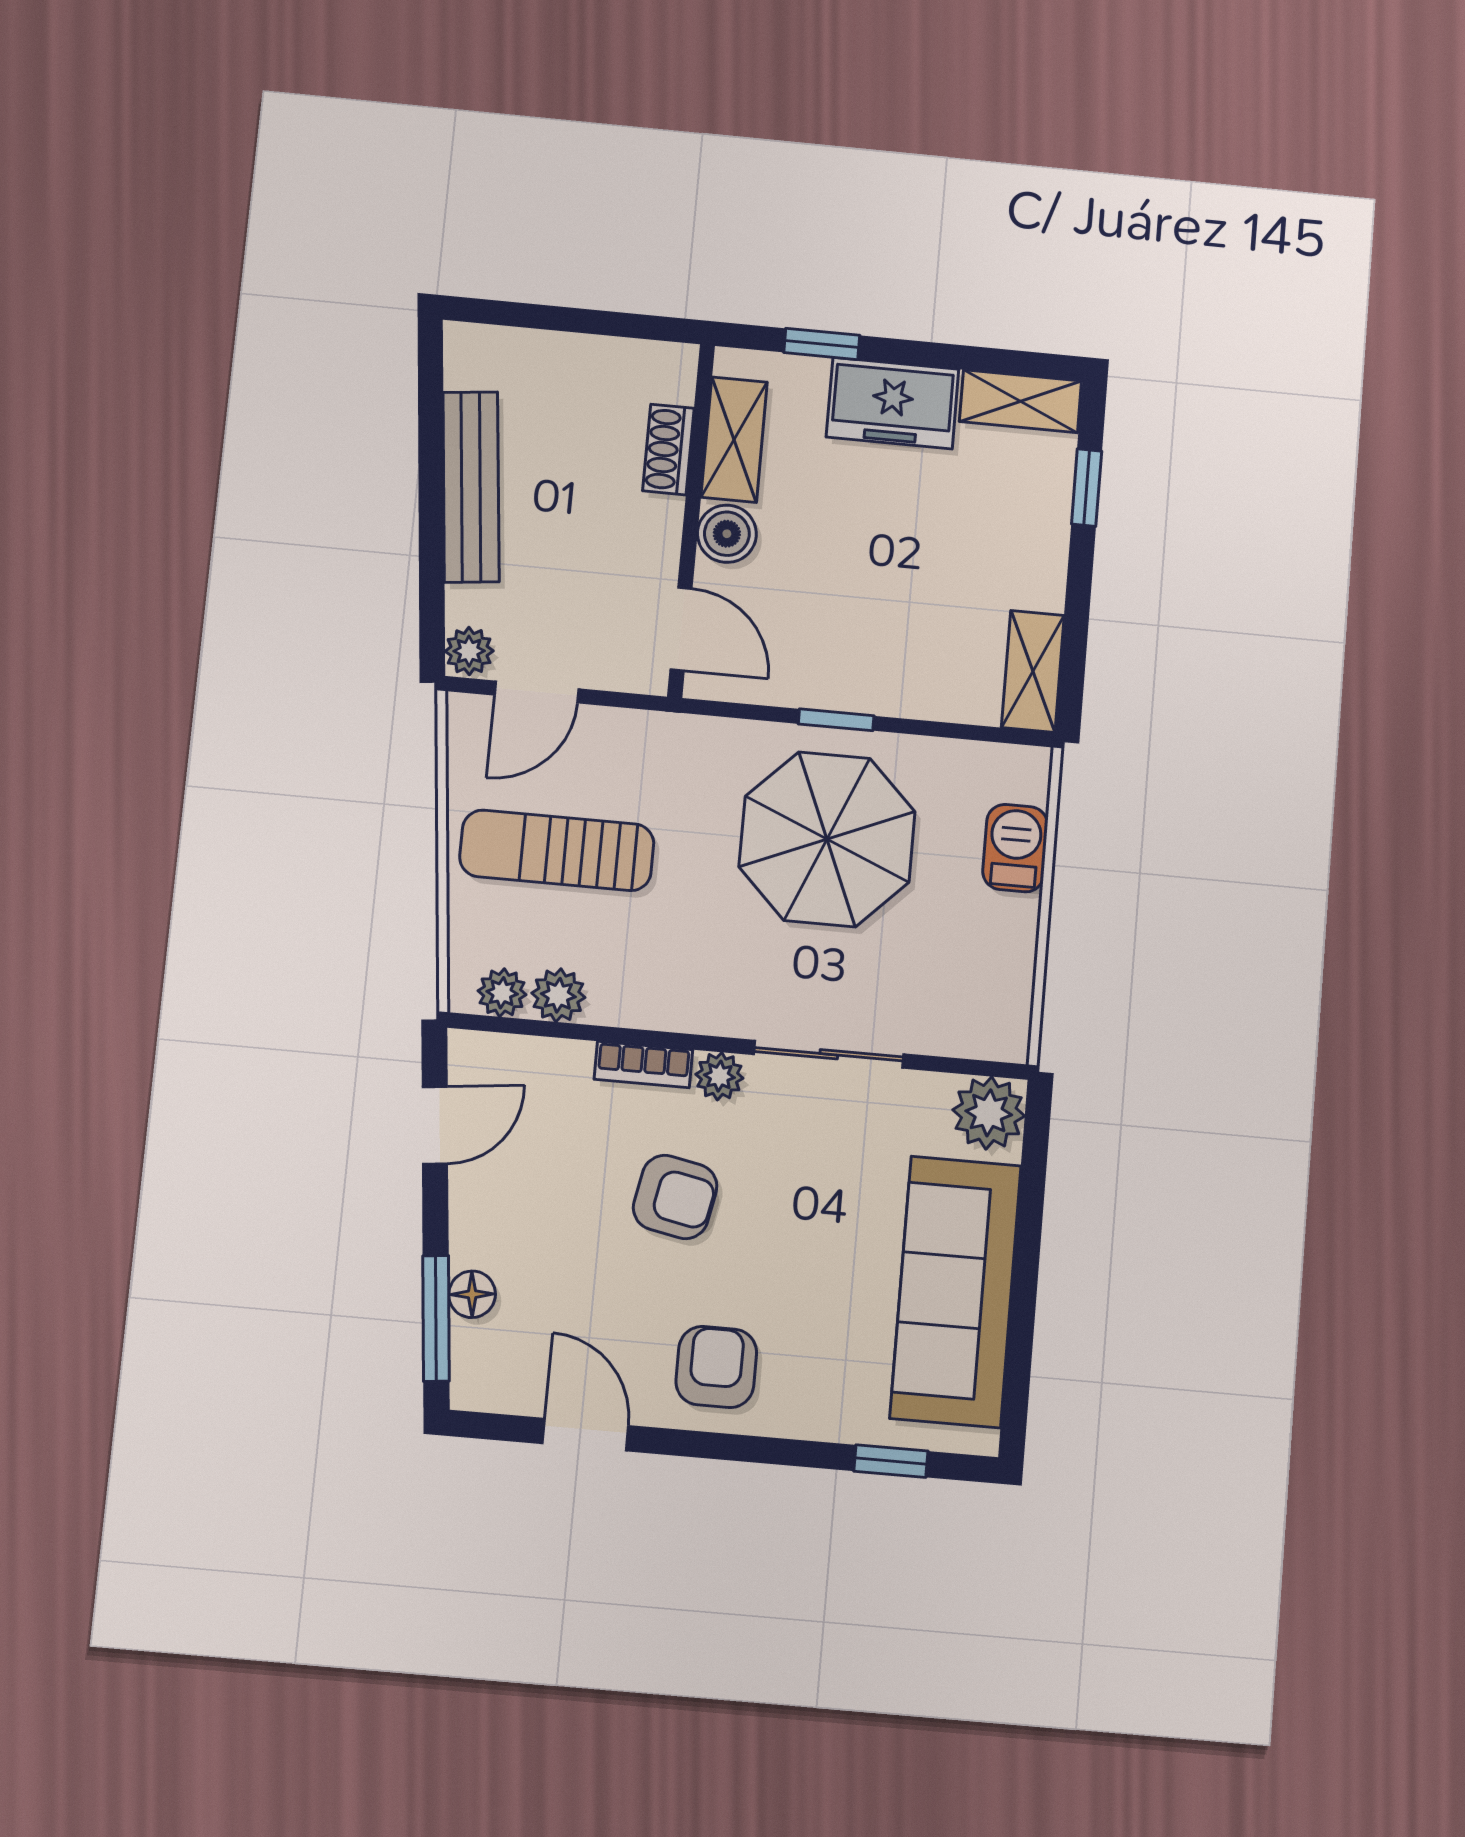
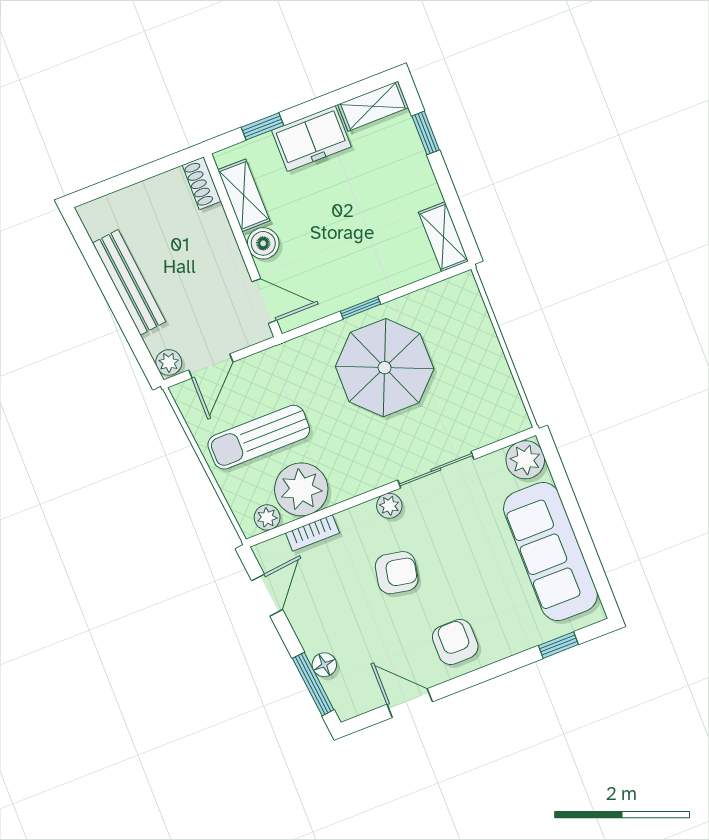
shoe rack: (668, 450) -> (202, 183), moved
barbecue: (1015, 848) -> (477, 327), removed
plant: (558, 995) -> (301, 489), width x1.87, depth x1.87
bookcase: (643, 1064) -> (312, 533), moved

